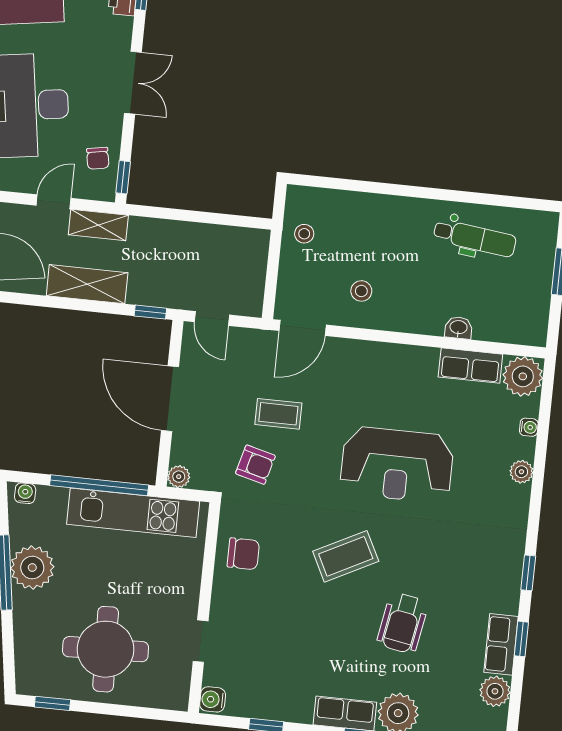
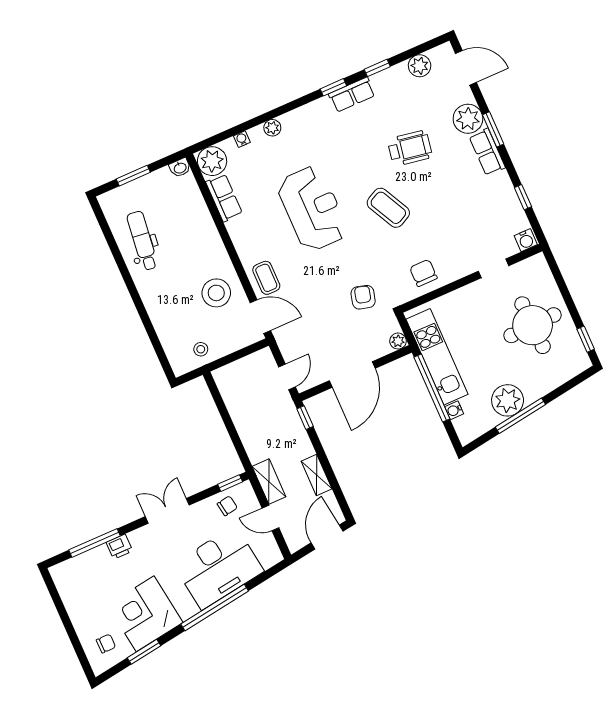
shelving: (87, 284) -> (317, 475), width x0.67, depth x0.75
stool: (361, 291) -> (216, 293), width x1.89, depth x1.89
washbasin: (459, 328) -> (180, 168), moved, turned -90
coffee table: (278, 414) -> (266, 278), moved
water cooler: (25, 493) -> (454, 410), moved
row of seats: (501, 644) -> (352, 95), moved

